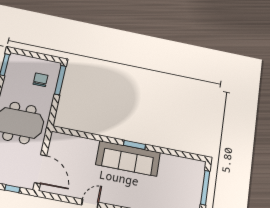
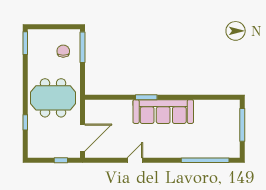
window: (135, 145) -> (146, 97), moved
door: (40, 169) -> (82, 138), hinge flipped

